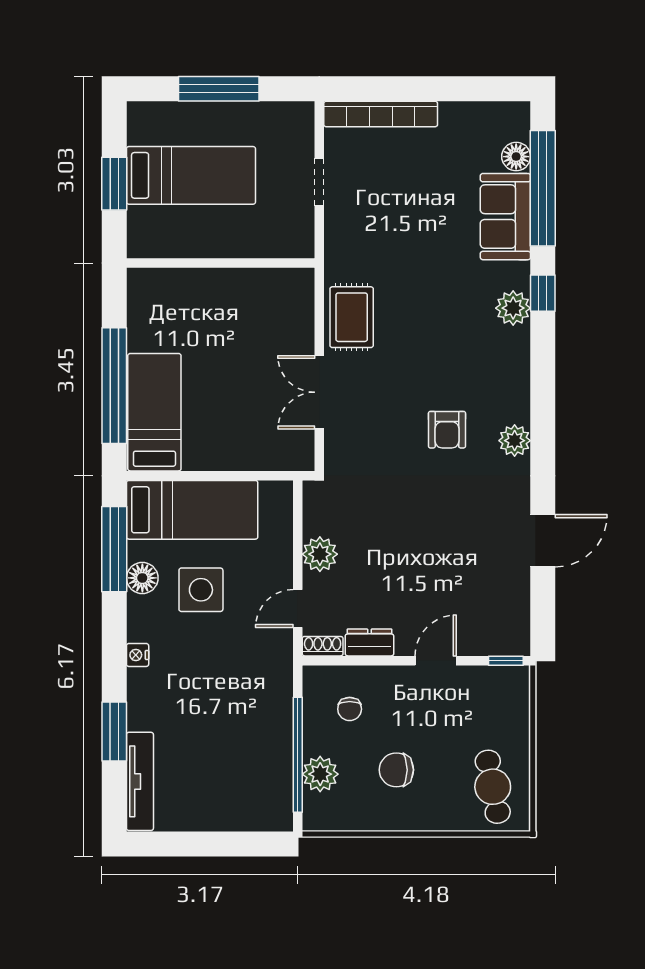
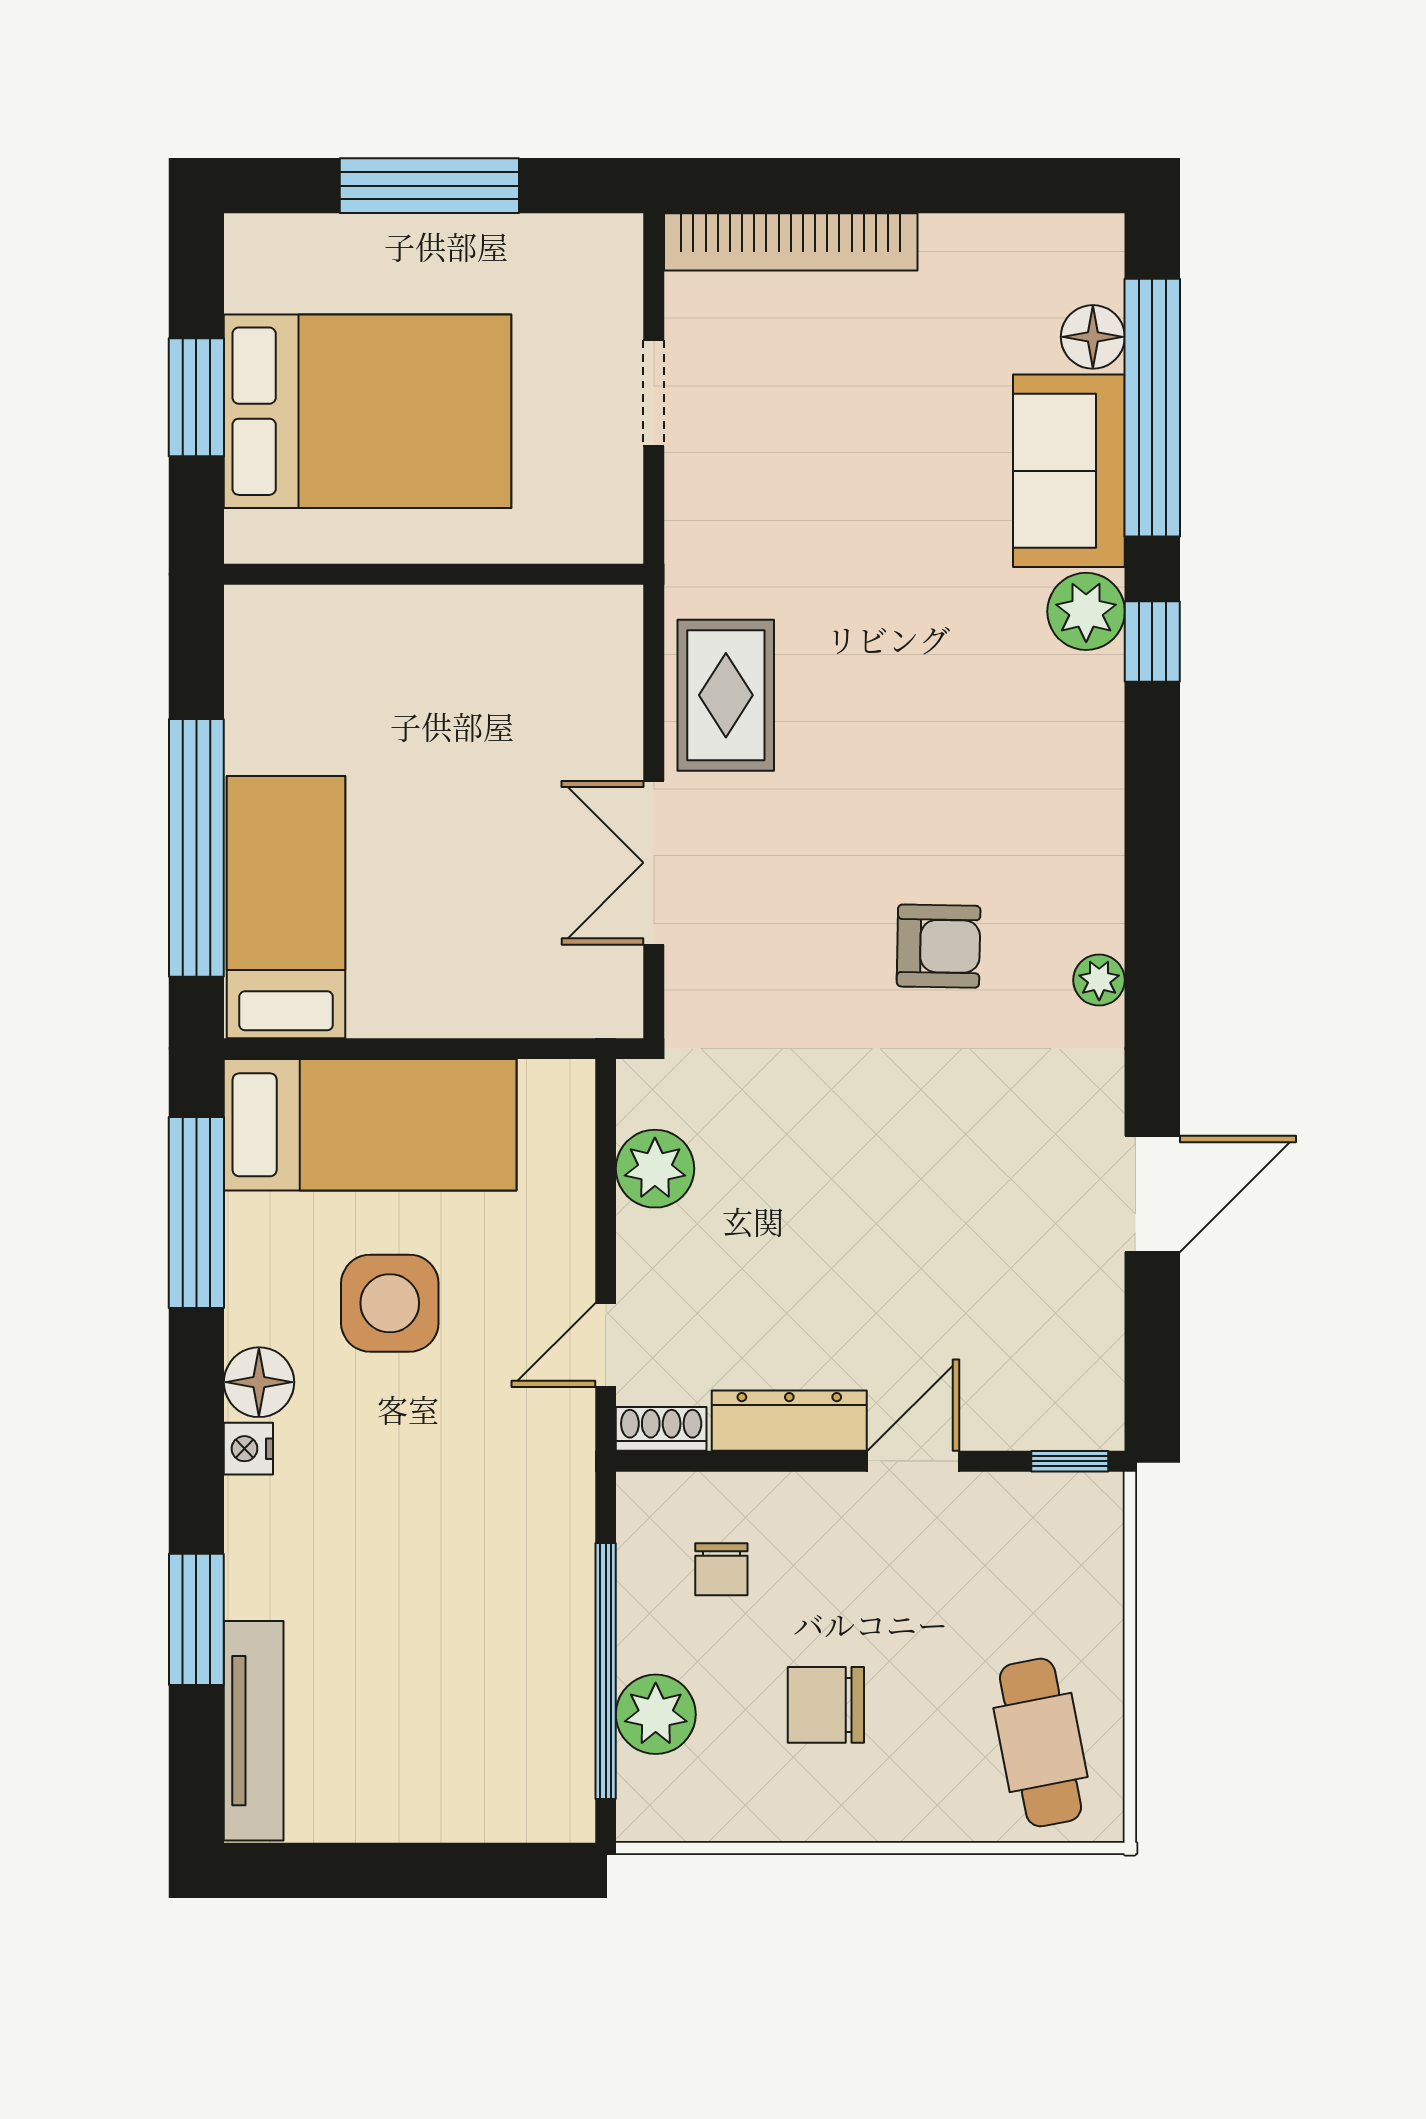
bed: (191, 175) -> (368, 411), width x1.50
plant: (513, 308) -> (1086, 611), moved
armchair: (447, 430) -> (939, 946), turned -89
plant: (515, 441) -> (1099, 980), width x0.73, depth x0.73
plant: (320, 554) -> (655, 1169), moved
floor lamp: (142, 578) -> (259, 1382), moved
dresser: (369, 642) -> (789, 1421), width x1.44

